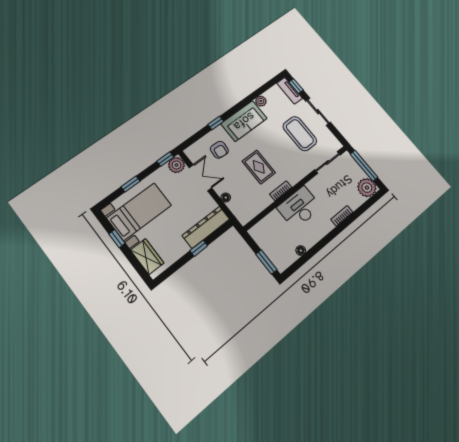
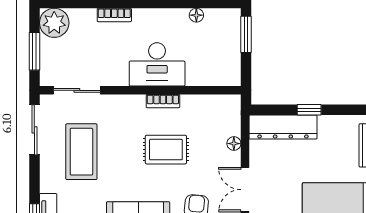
sliding door: (318, 112) -> (34, 130), moved
window: (364, 166) -> (34, 51), width x0.69
rug: (259, 167) -> (166, 150), turned 90

